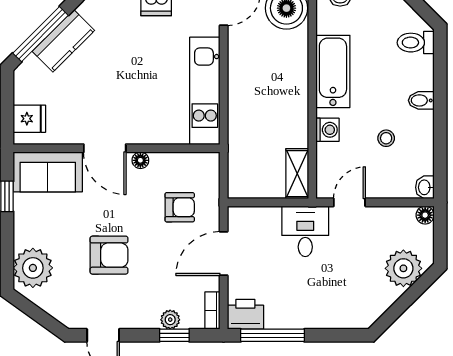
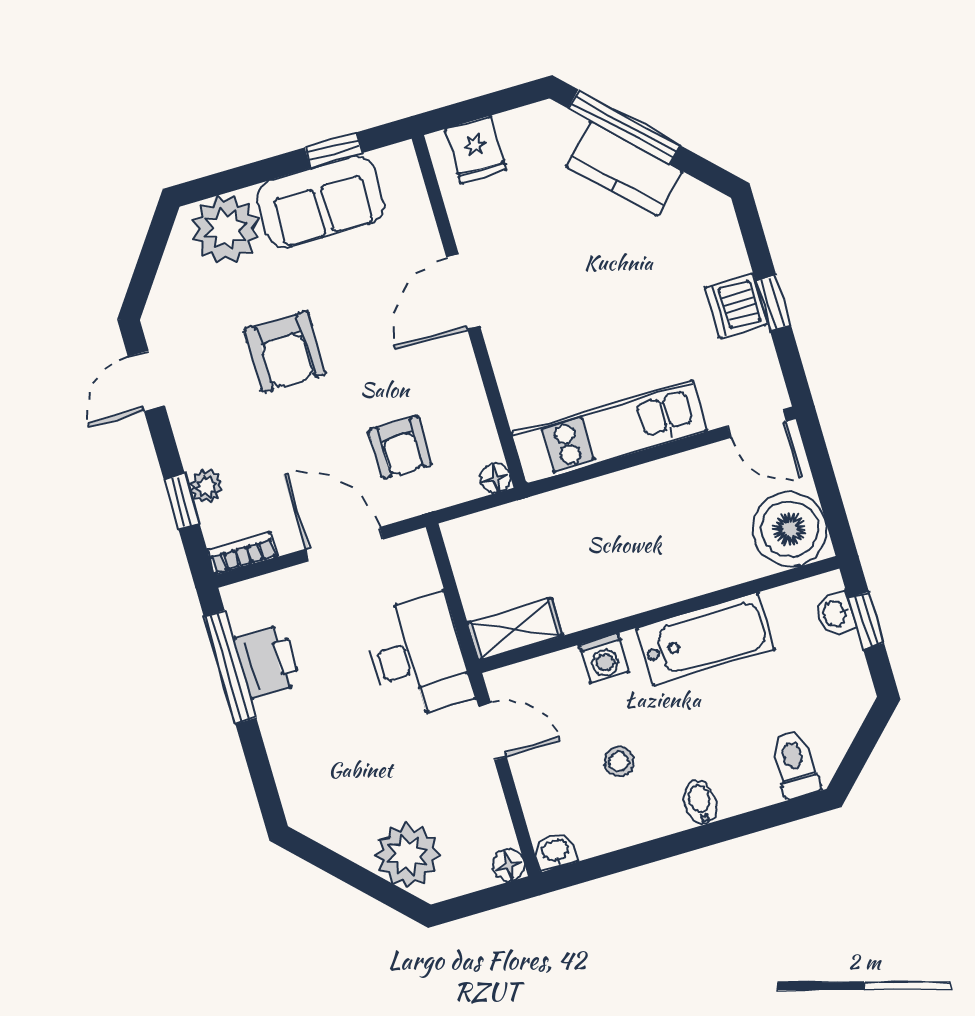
floor lamp: (140, 160) -> (496, 478), moved
sofa: (48, 172) -> (321, 202), moved, turned -90
desk: (305, 231) -> (417, 656), width x1.37
printer: (245, 314) -> (267, 662), moved

